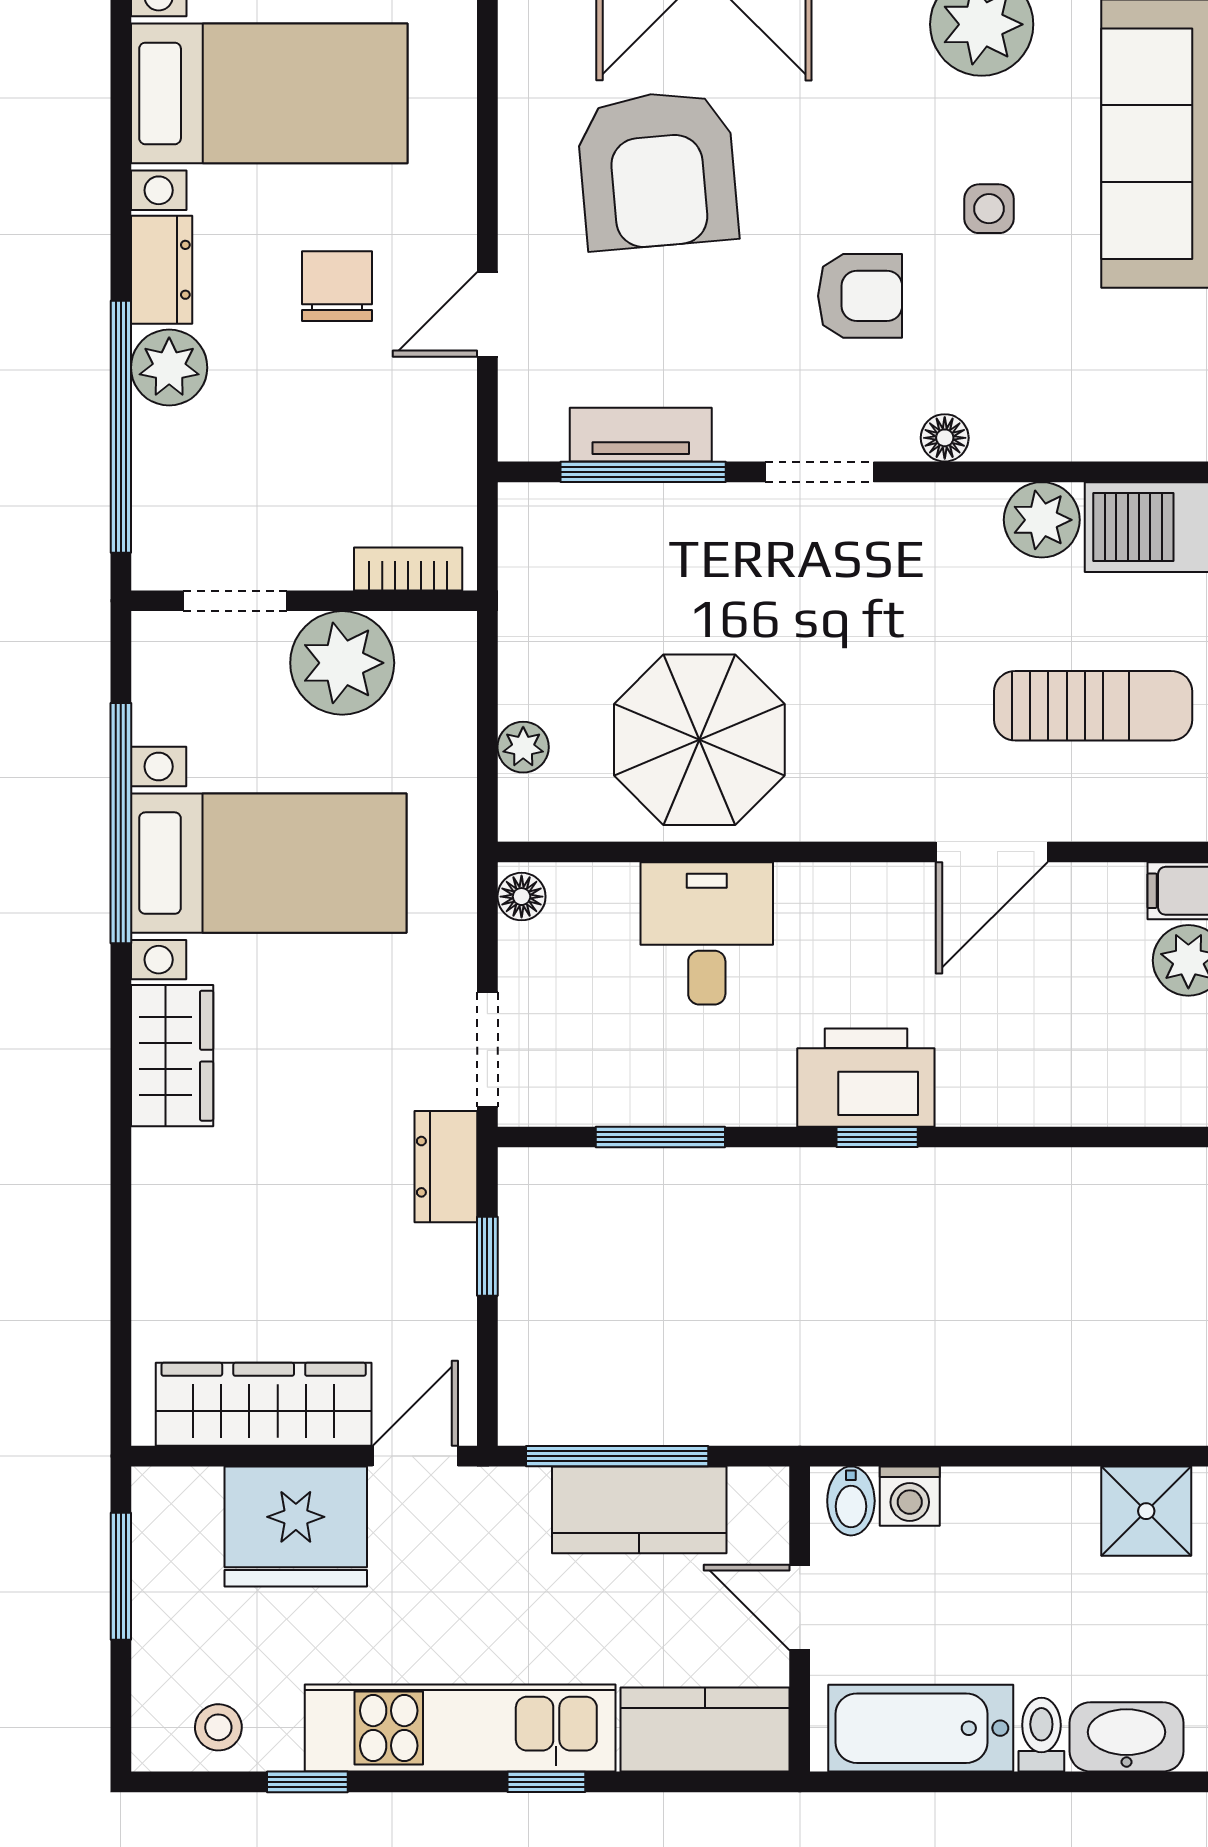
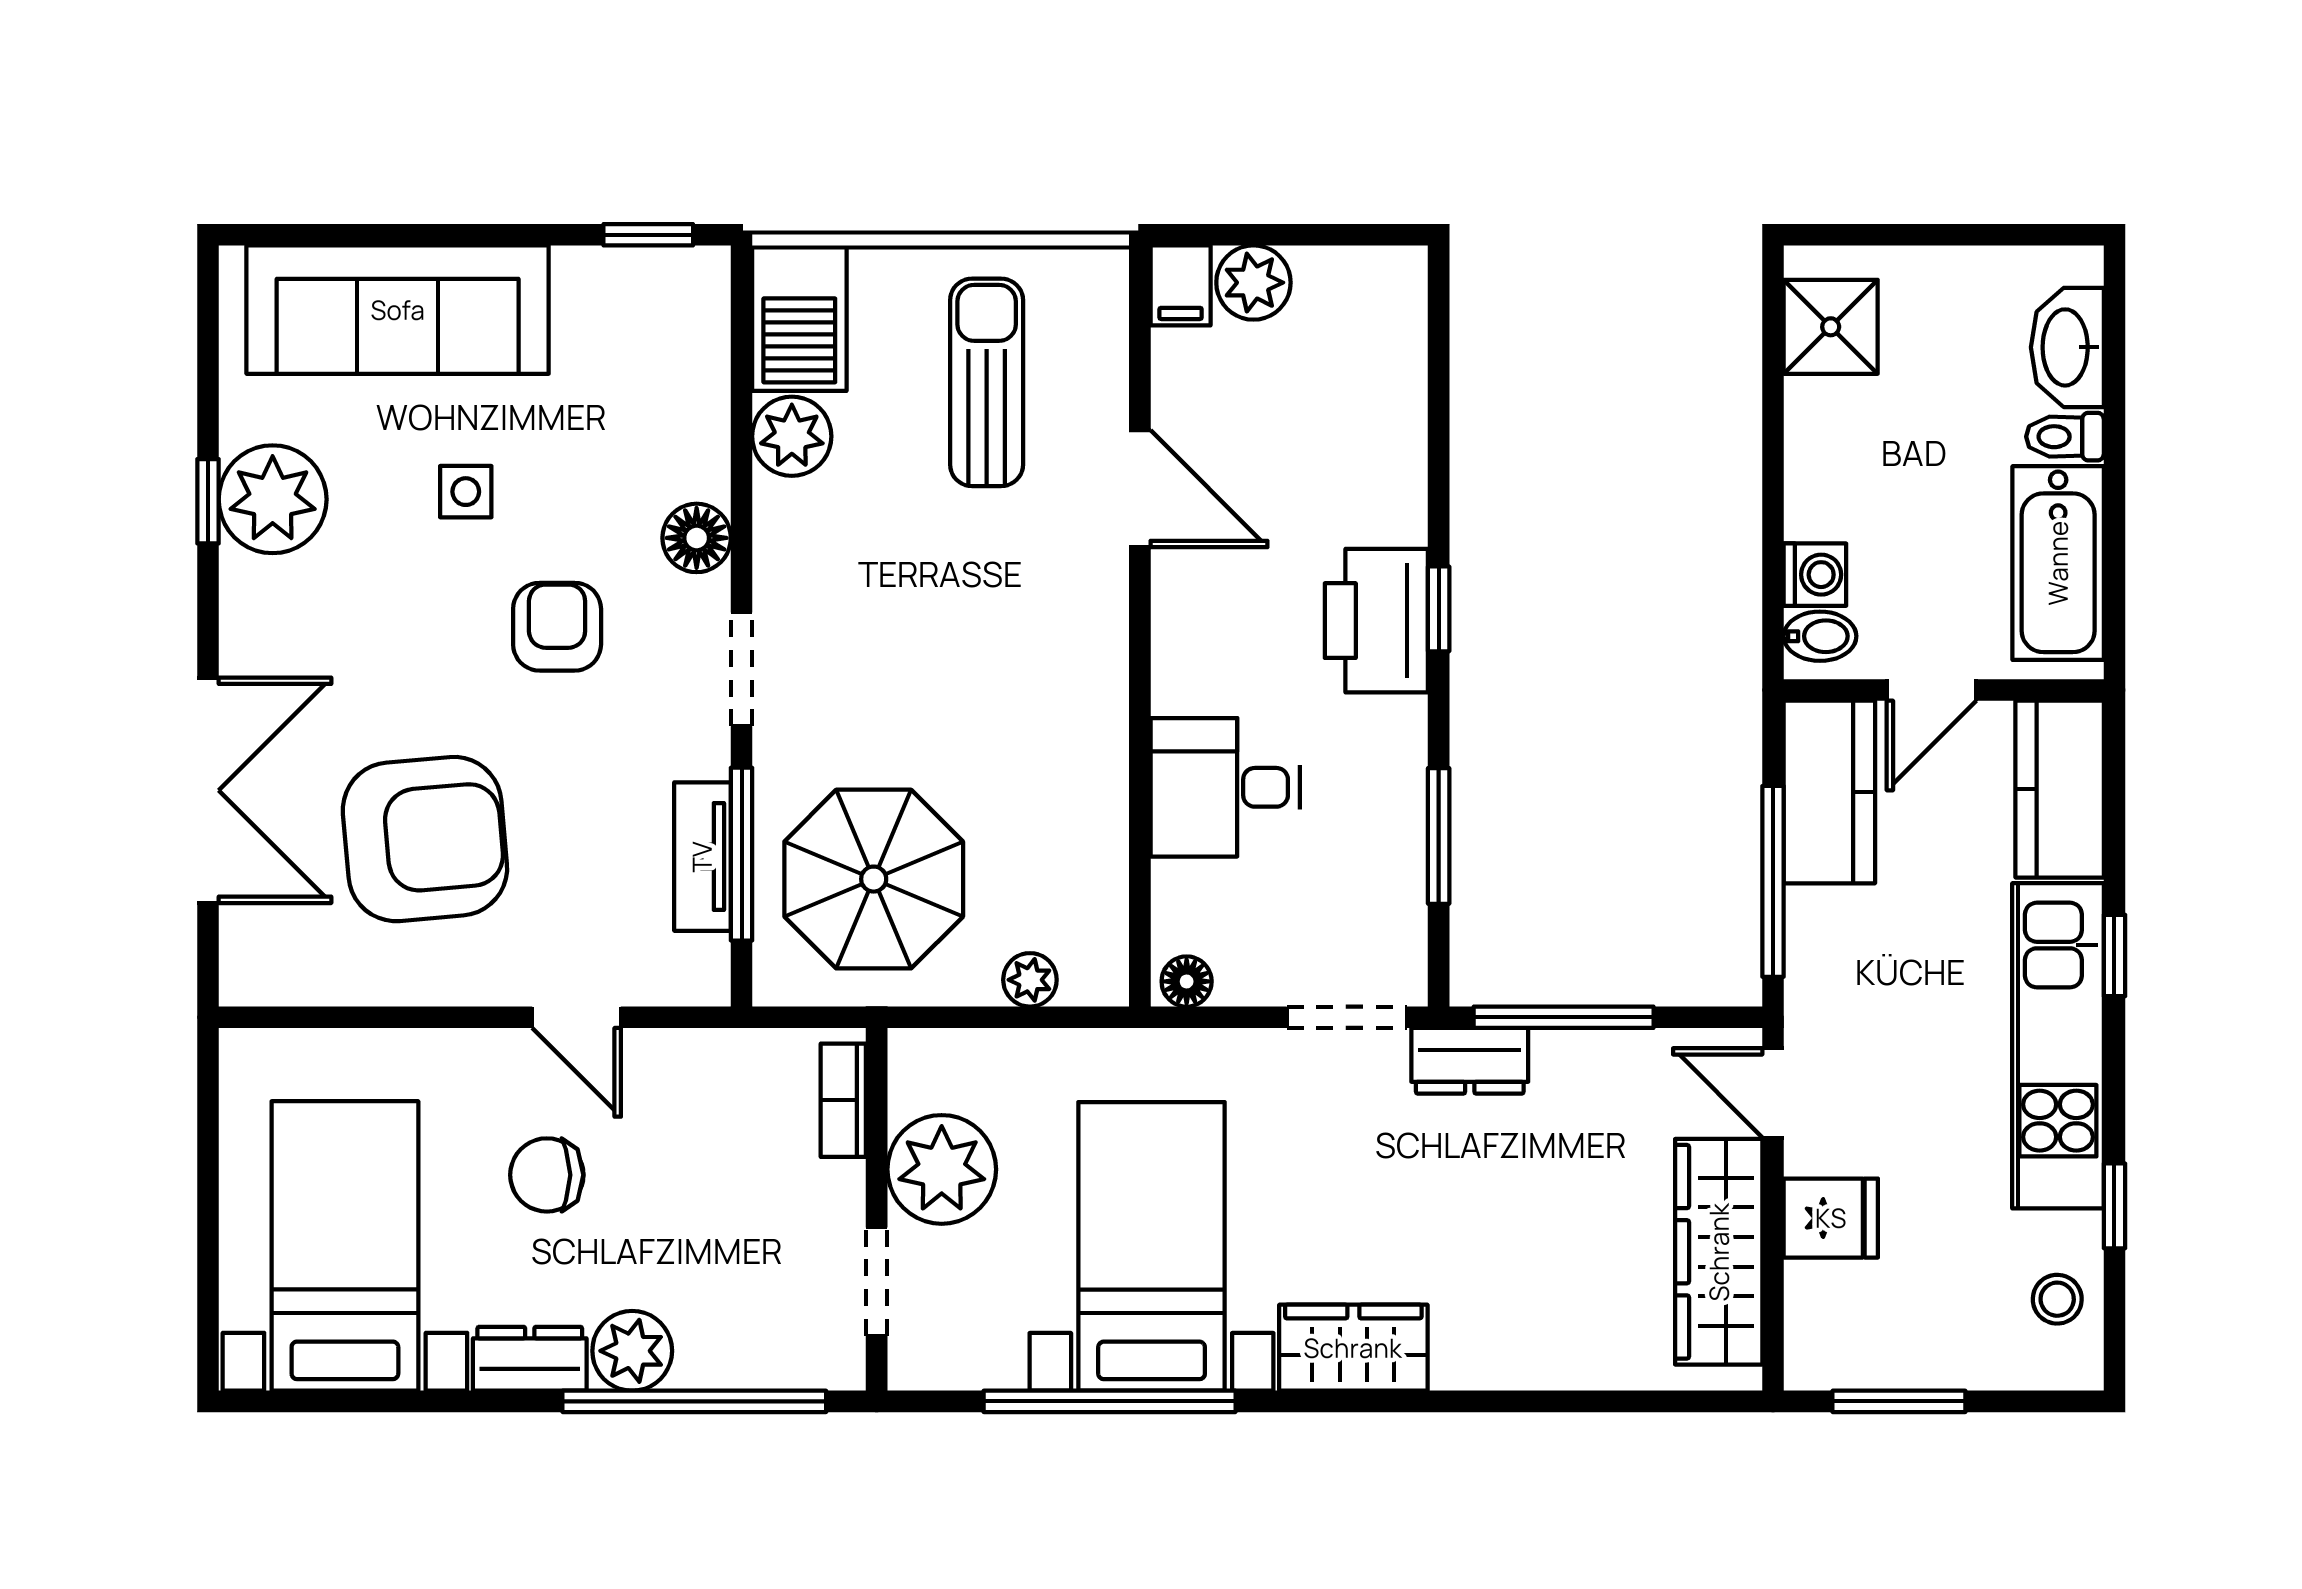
floor lamp: (945, 438) -> (697, 538), width x1.37, depth x1.37
parasol: (699, 740) -> (874, 879), moved
window: (487, 1256) -> (1564, 1017), width x2.17
kitchen counter: (639, 1510) -> (1829, 792), moved
fridge: (296, 1526) -> (1831, 1218), width x0.53, depth x0.75

